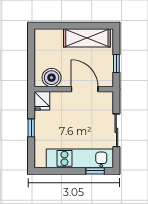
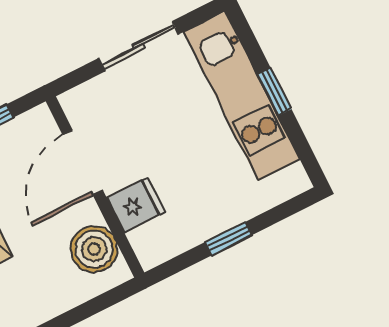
fridge: (42, 101) -> (136, 205), moved
window: (95, 171) -> (274, 92), moved

